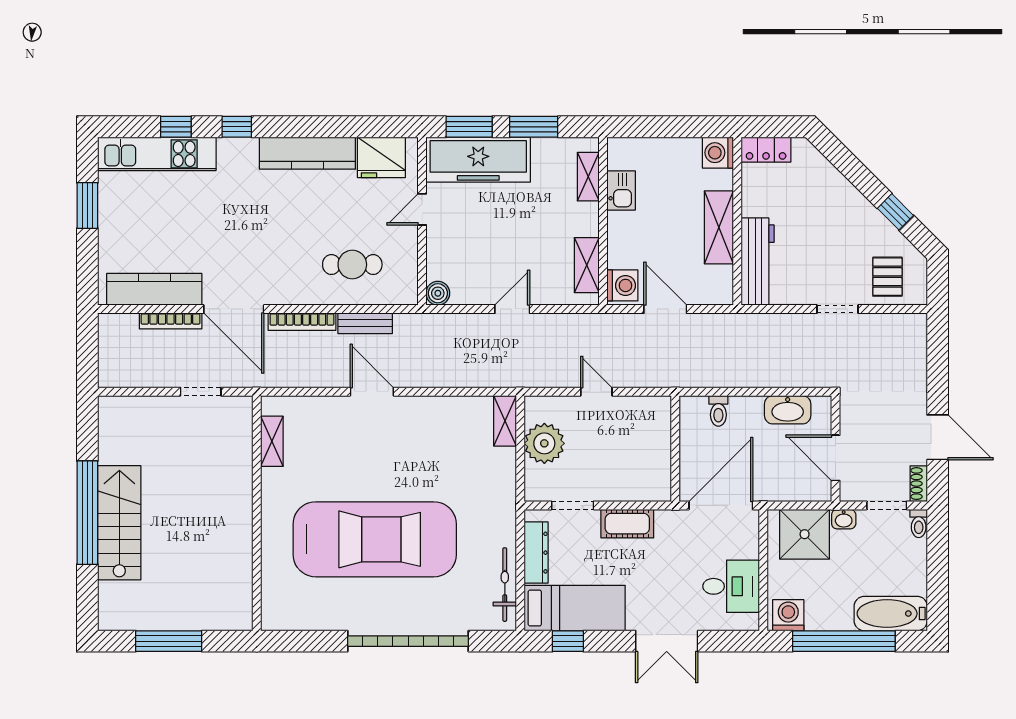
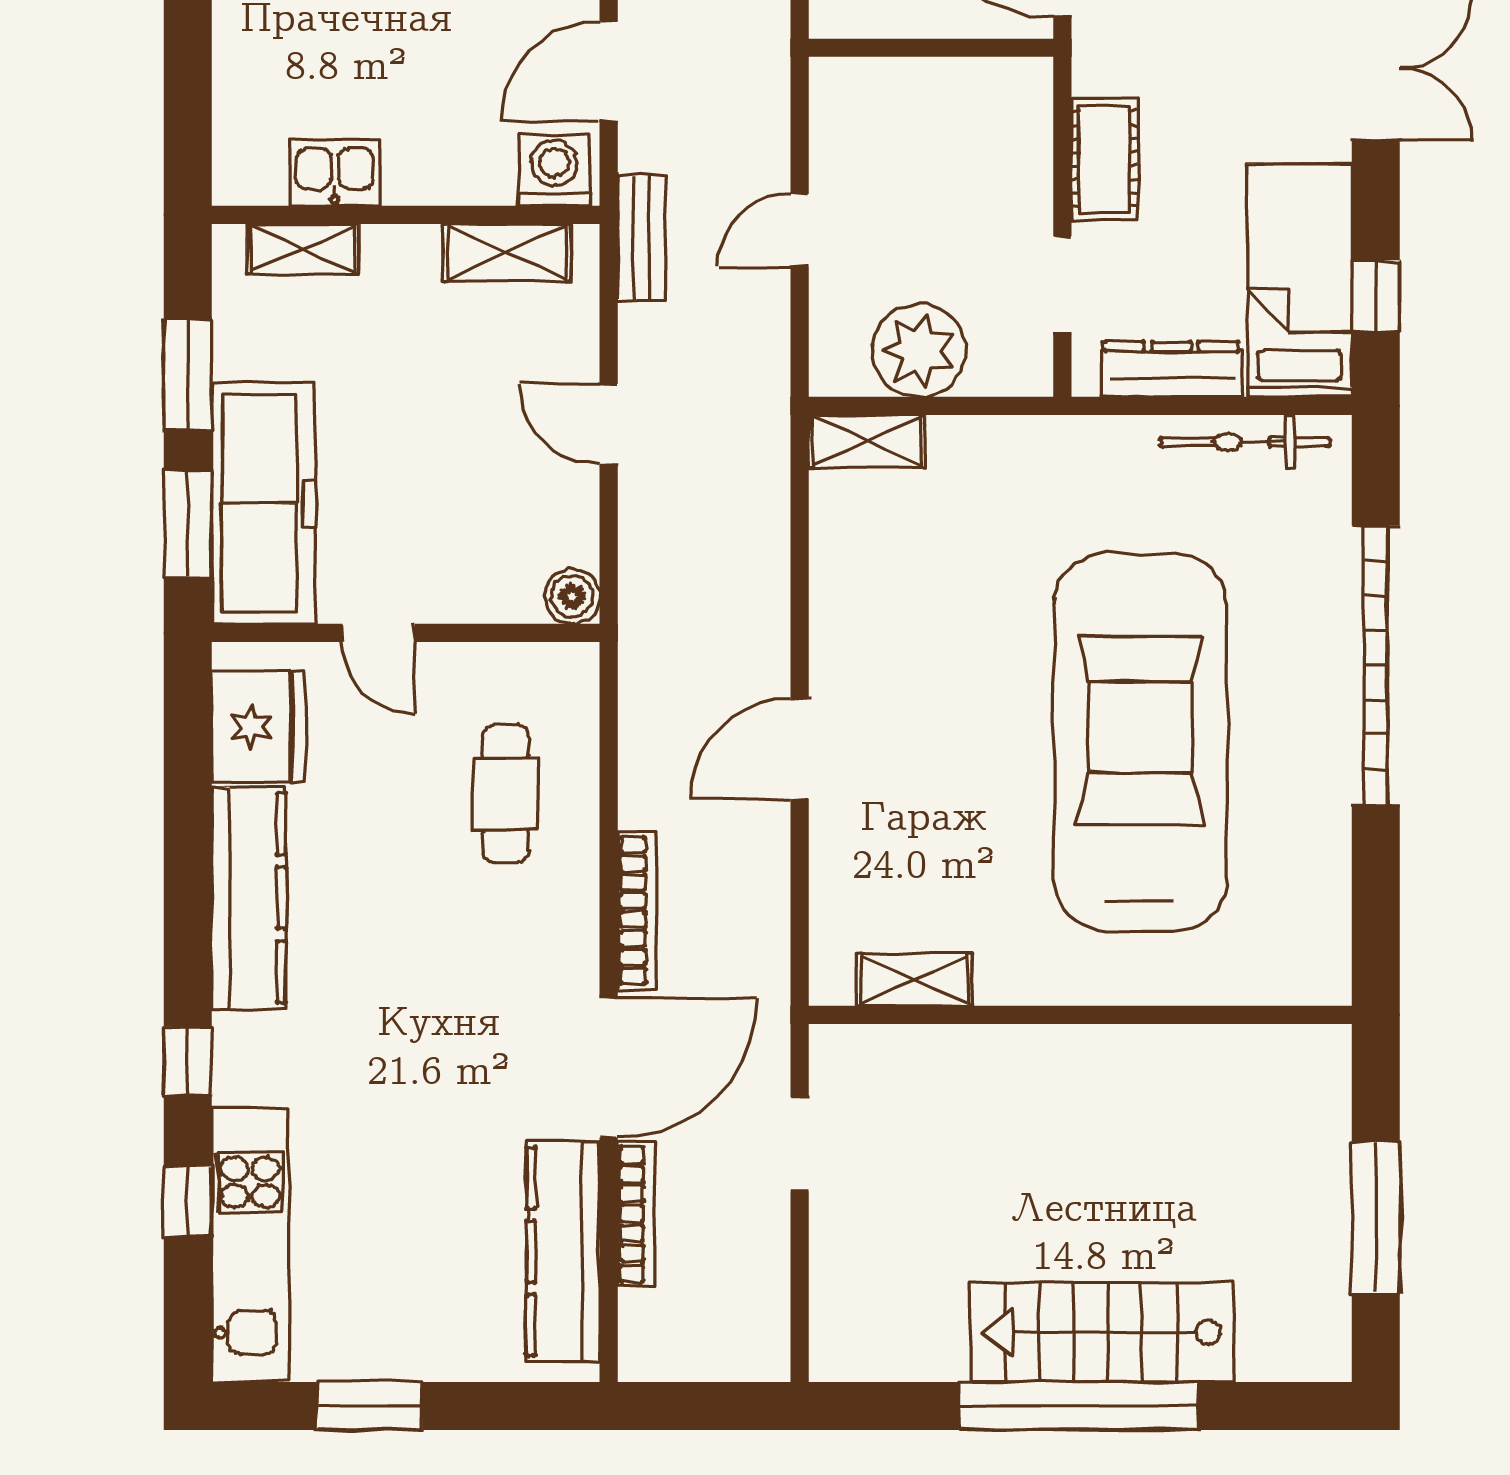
bench: (365, 323) -> (642, 238), moved

